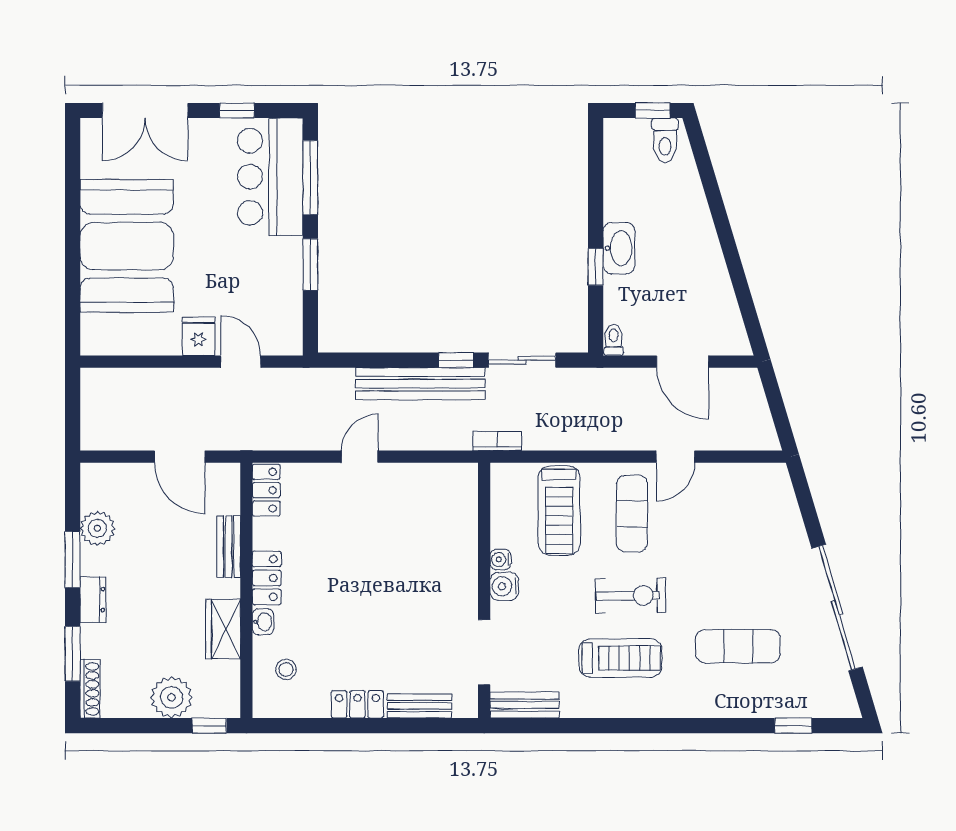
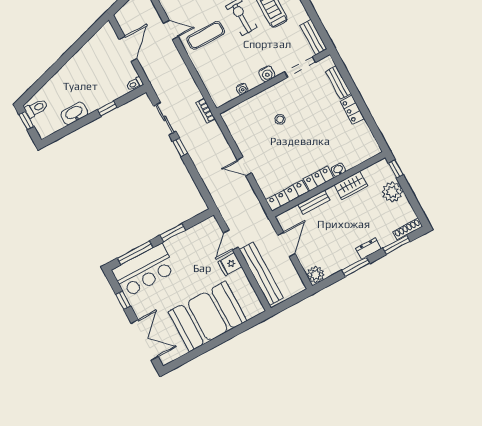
washbasin: (619, 248) -> (74, 113), moved
bench: (420, 384) -> (261, 274), moved
locker: (266, 490) -> (287, 196), width x1.53
treadmill: (559, 511) -> (221, 68), removed
plant: (97, 528) -> (316, 275), moved
water cooler: (500, 560) -> (242, 89), moved
stool: (286, 669) -> (280, 119), moved

